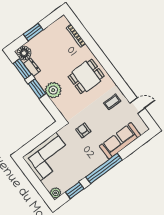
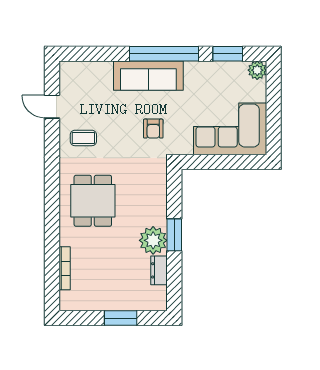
floor lamp: (24, 53) -> (155, 298), removed
window: (22, 69) -> (174, 278), removed
dining table: (86, 76) -> (93, 201), turned 90
plant: (53, 90) -> (153, 240), moved
sofa: (120, 141) -> (148, 76), moved

